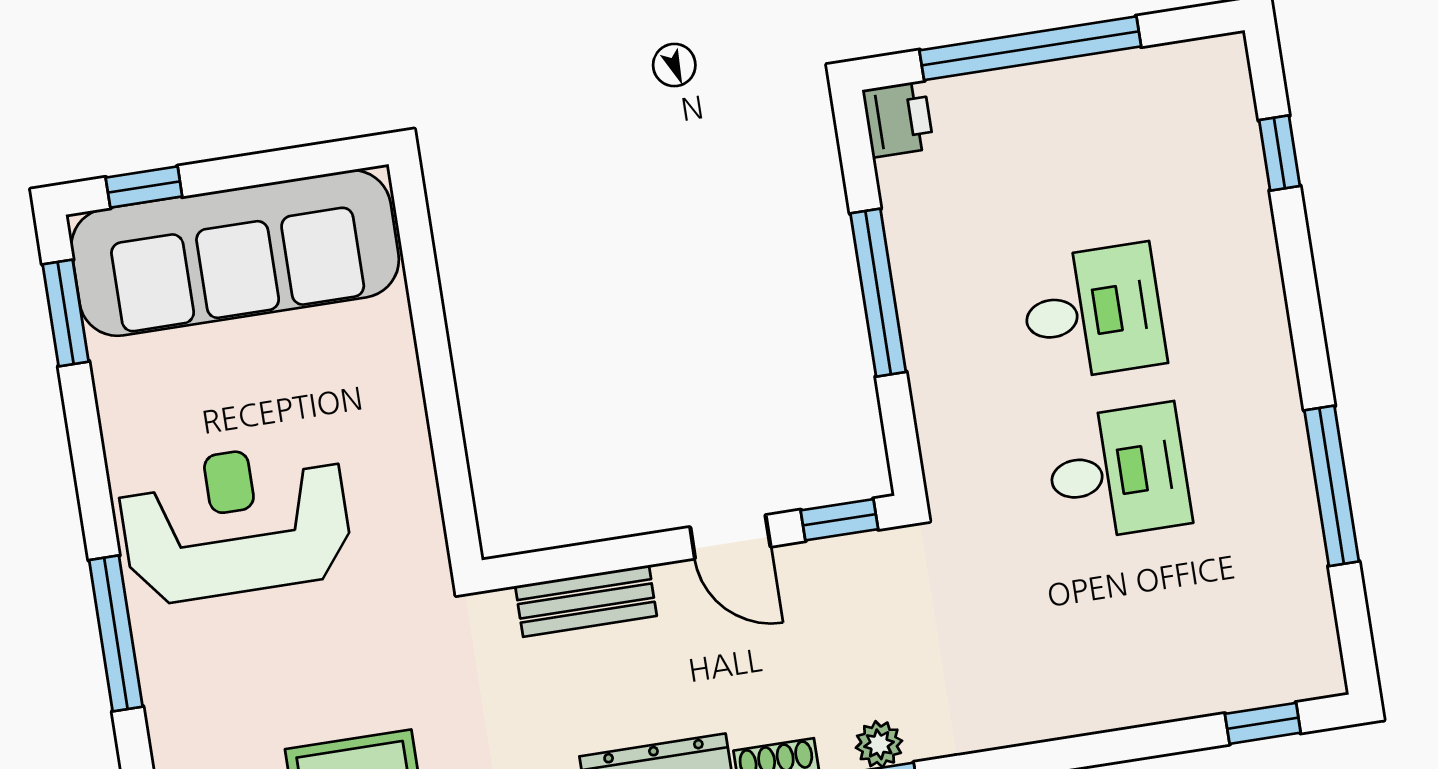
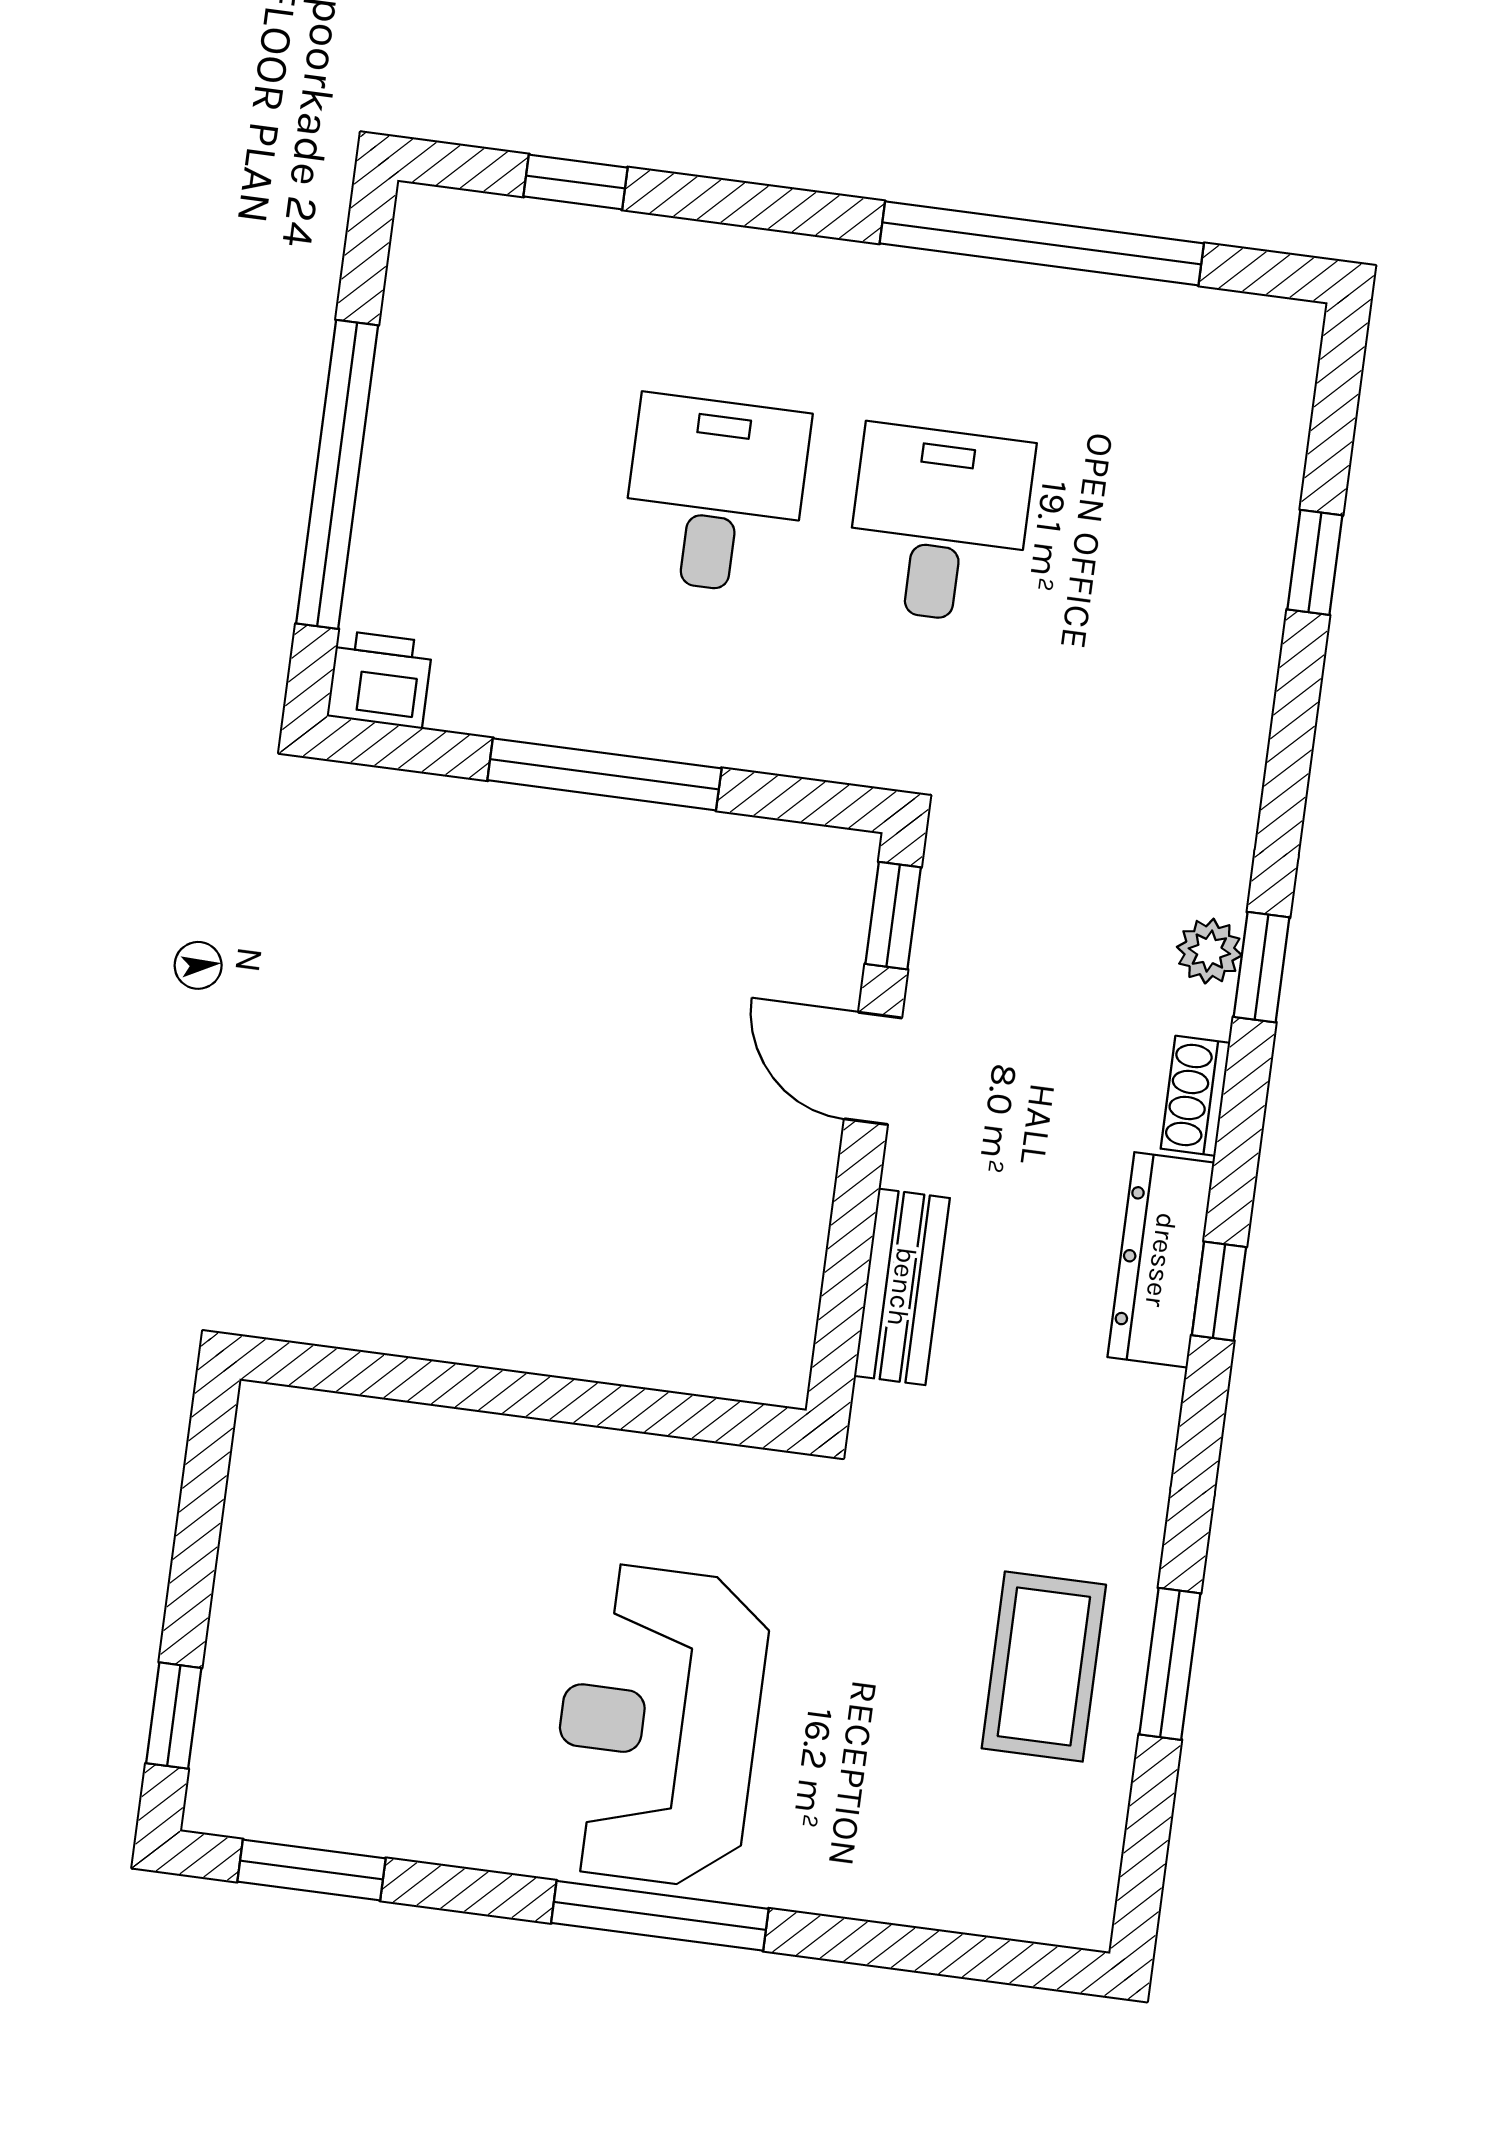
sofa: (235, 253) -> (298, 1620), removed
window: (1332, 486) -> (1042, 243), width x1.46
door: (730, 537) -> (873, 1068), swing flipped
window: (116, 633) -> (660, 1916), moved
window: (1263, 723) -> (1315, 562), moved

